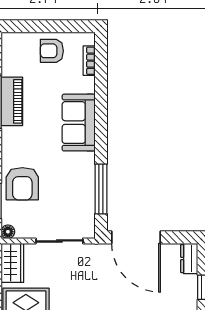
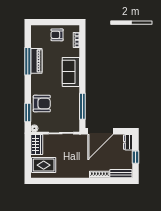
armchair: (22, 184) -> (42, 104), turned -90
door: (136, 237) -> (101, 131), hinge flipped

